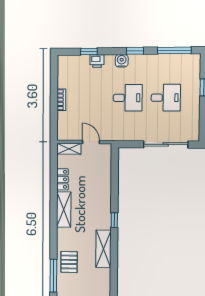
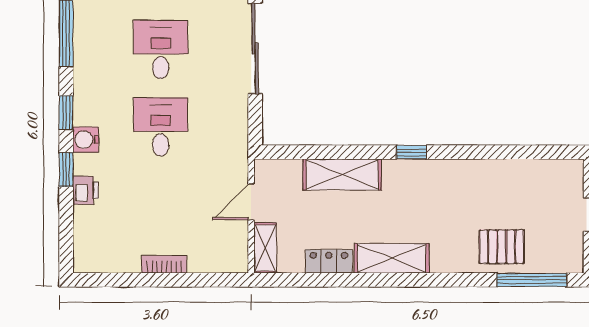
window: (89, 51) -> (66, 170), moved
shelving: (103, 249) -> (342, 174), moved

